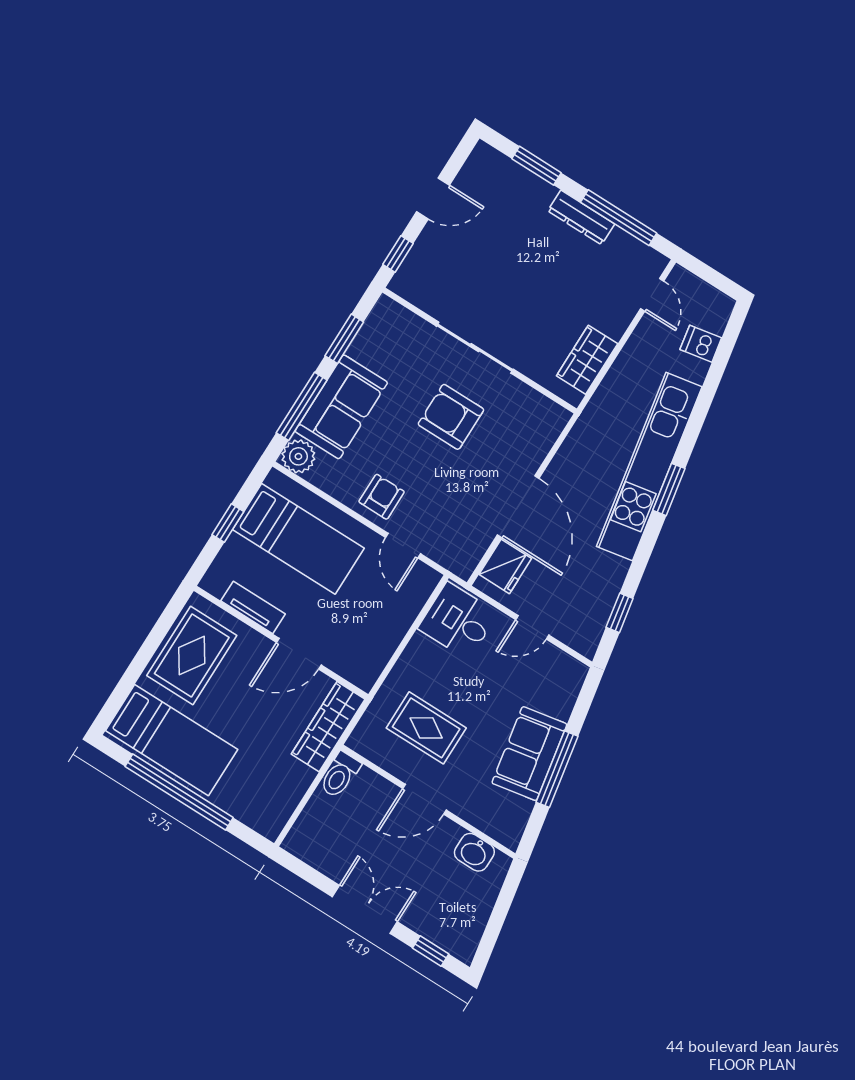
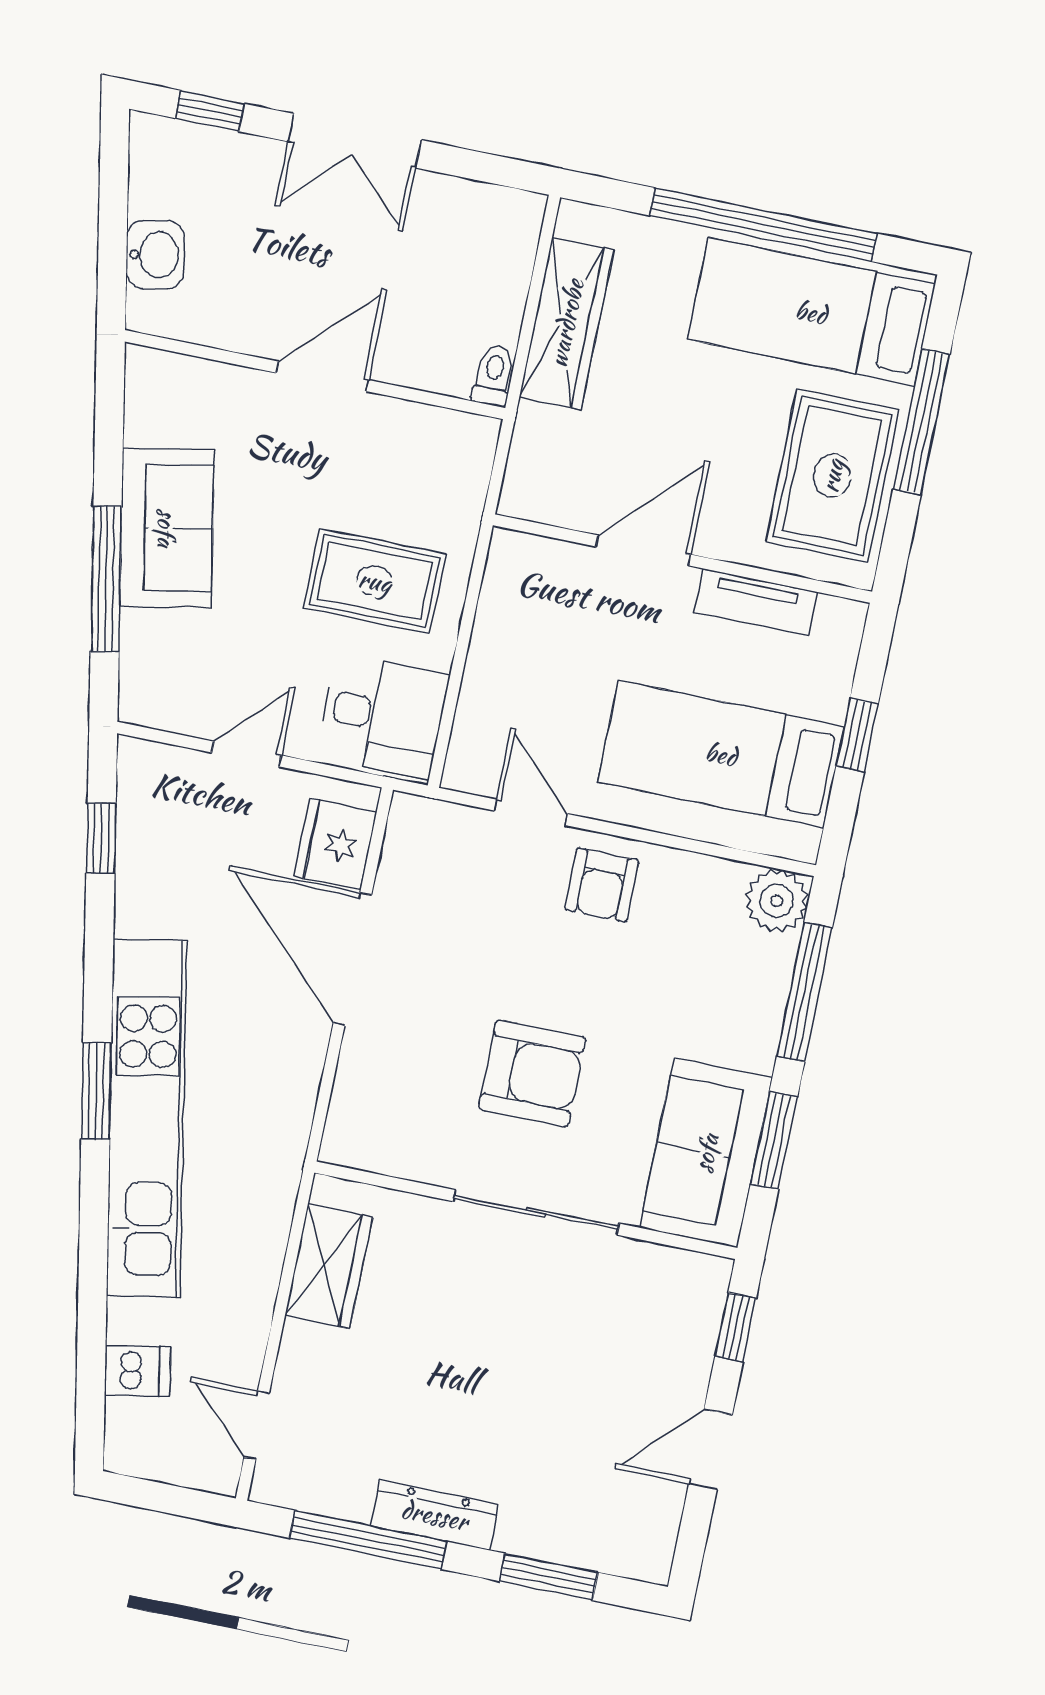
sofa: (341, 407) -> (706, 1153), moved
window: (138, 665) -> (921, 422), added
wardrobe: (328, 727) -> (566, 323), moved
rug: (426, 728) -> (375, 581), moved
window: (557, 769) -> (106, 579), moved
toilet: (340, 775) -> (493, 375), width x0.73, depth x0.72
washbasin: (474, 852) -> (155, 255), moved, turned 80

